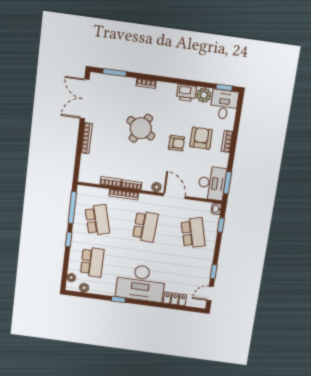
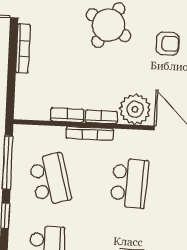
plant: (156, 187) -> (135, 109), width x1.87, depth x1.87

